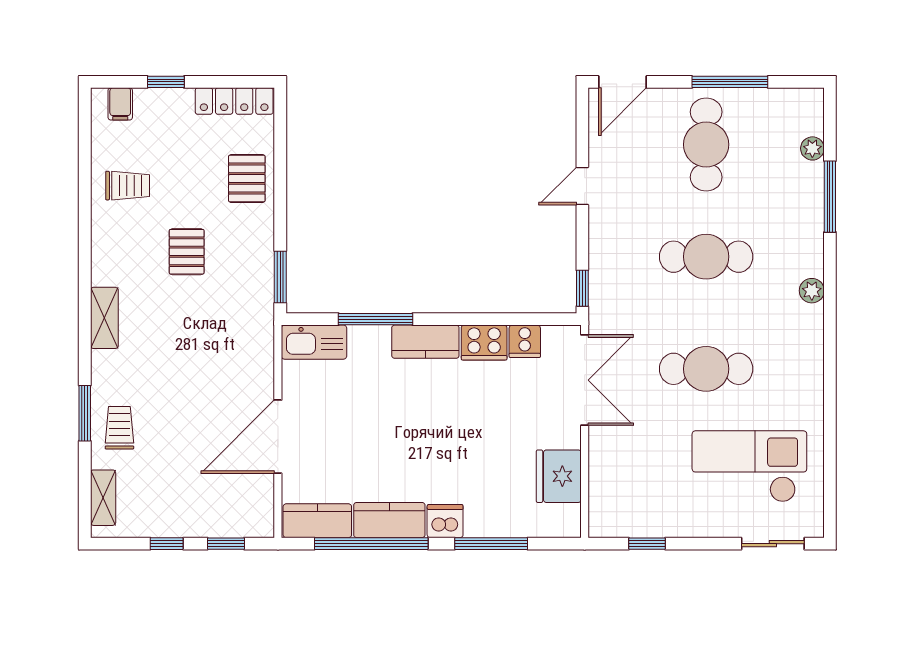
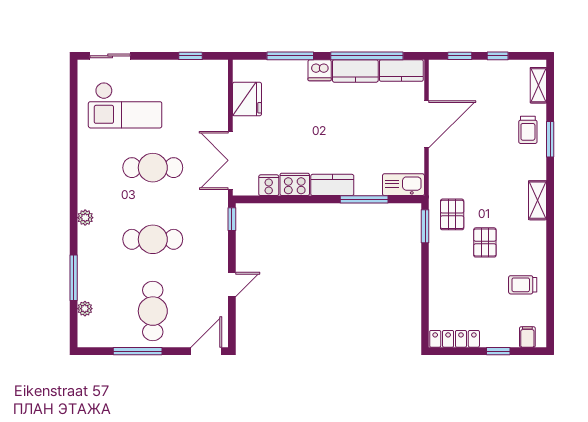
pallet: (247, 179) -> (452, 214), moved

